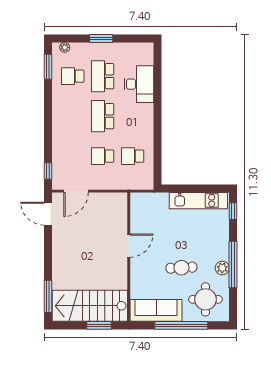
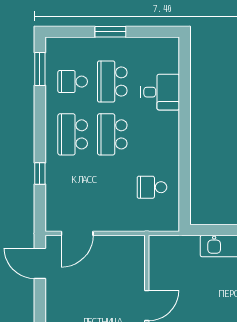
plant: (65, 47) -> (62, 44), removed
desk: (139, 84) -> (160, 92), width x0.73
school desk: (103, 156) -> (73, 134), moved, width x1.85
window: (48, 171) -> (40, 173), moved

